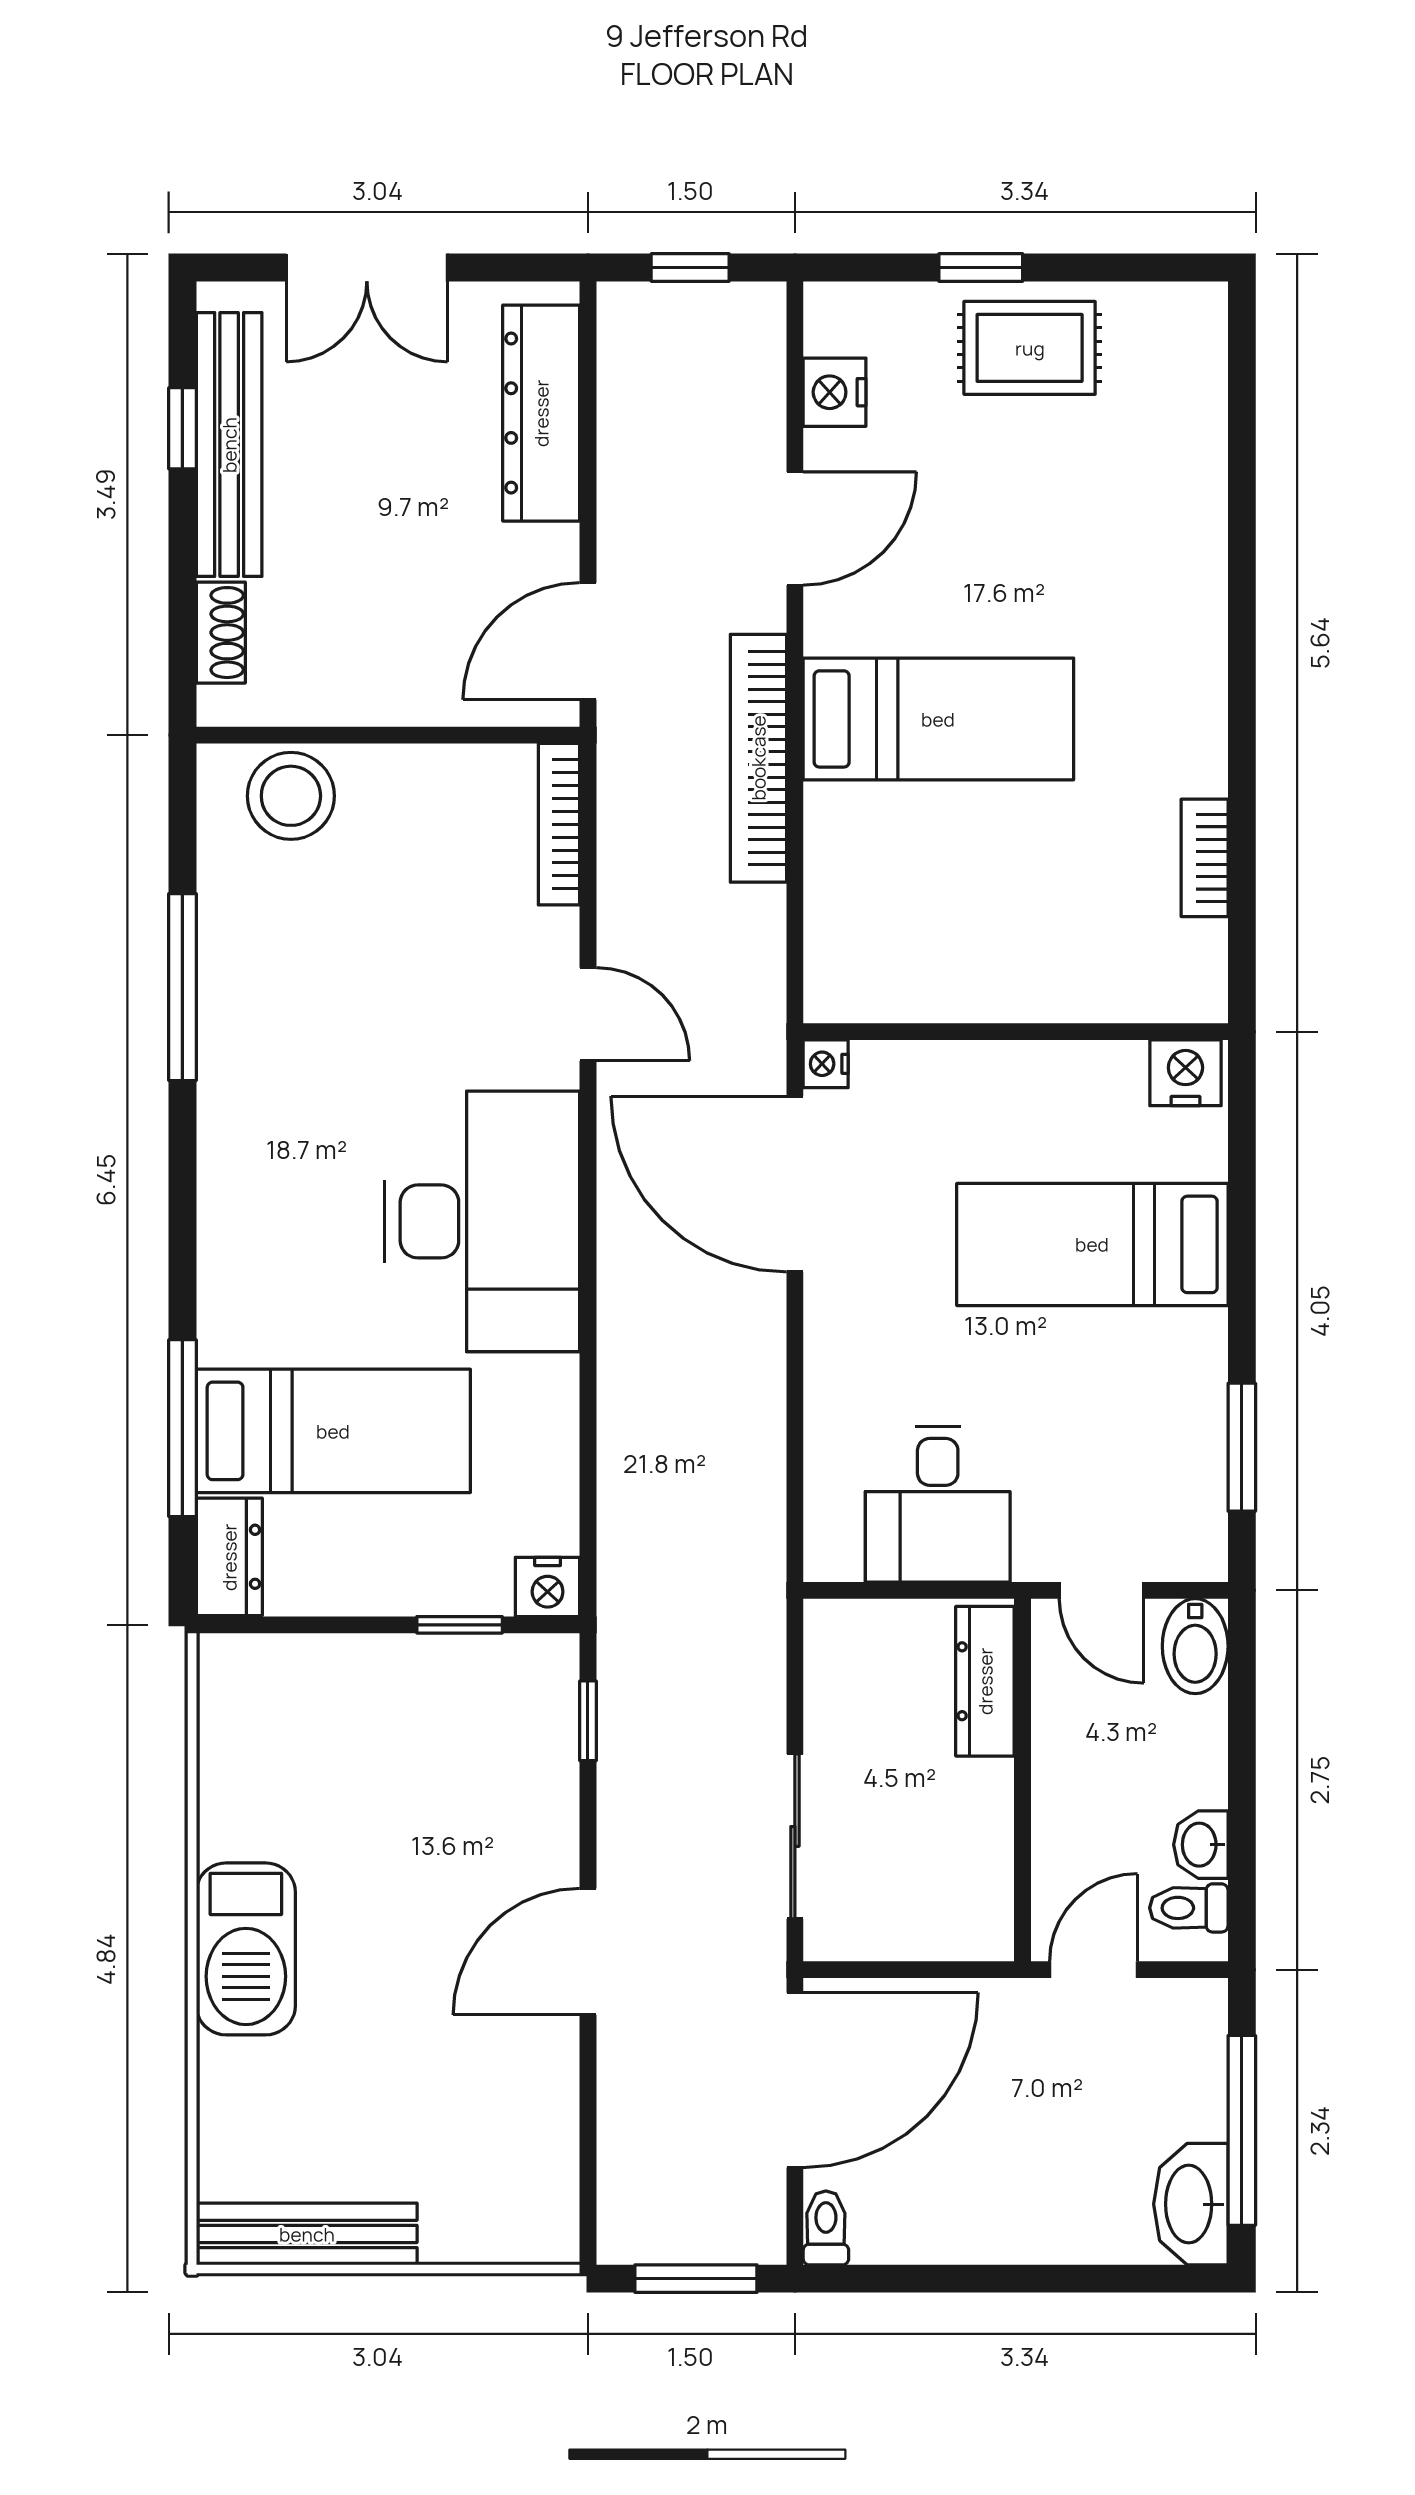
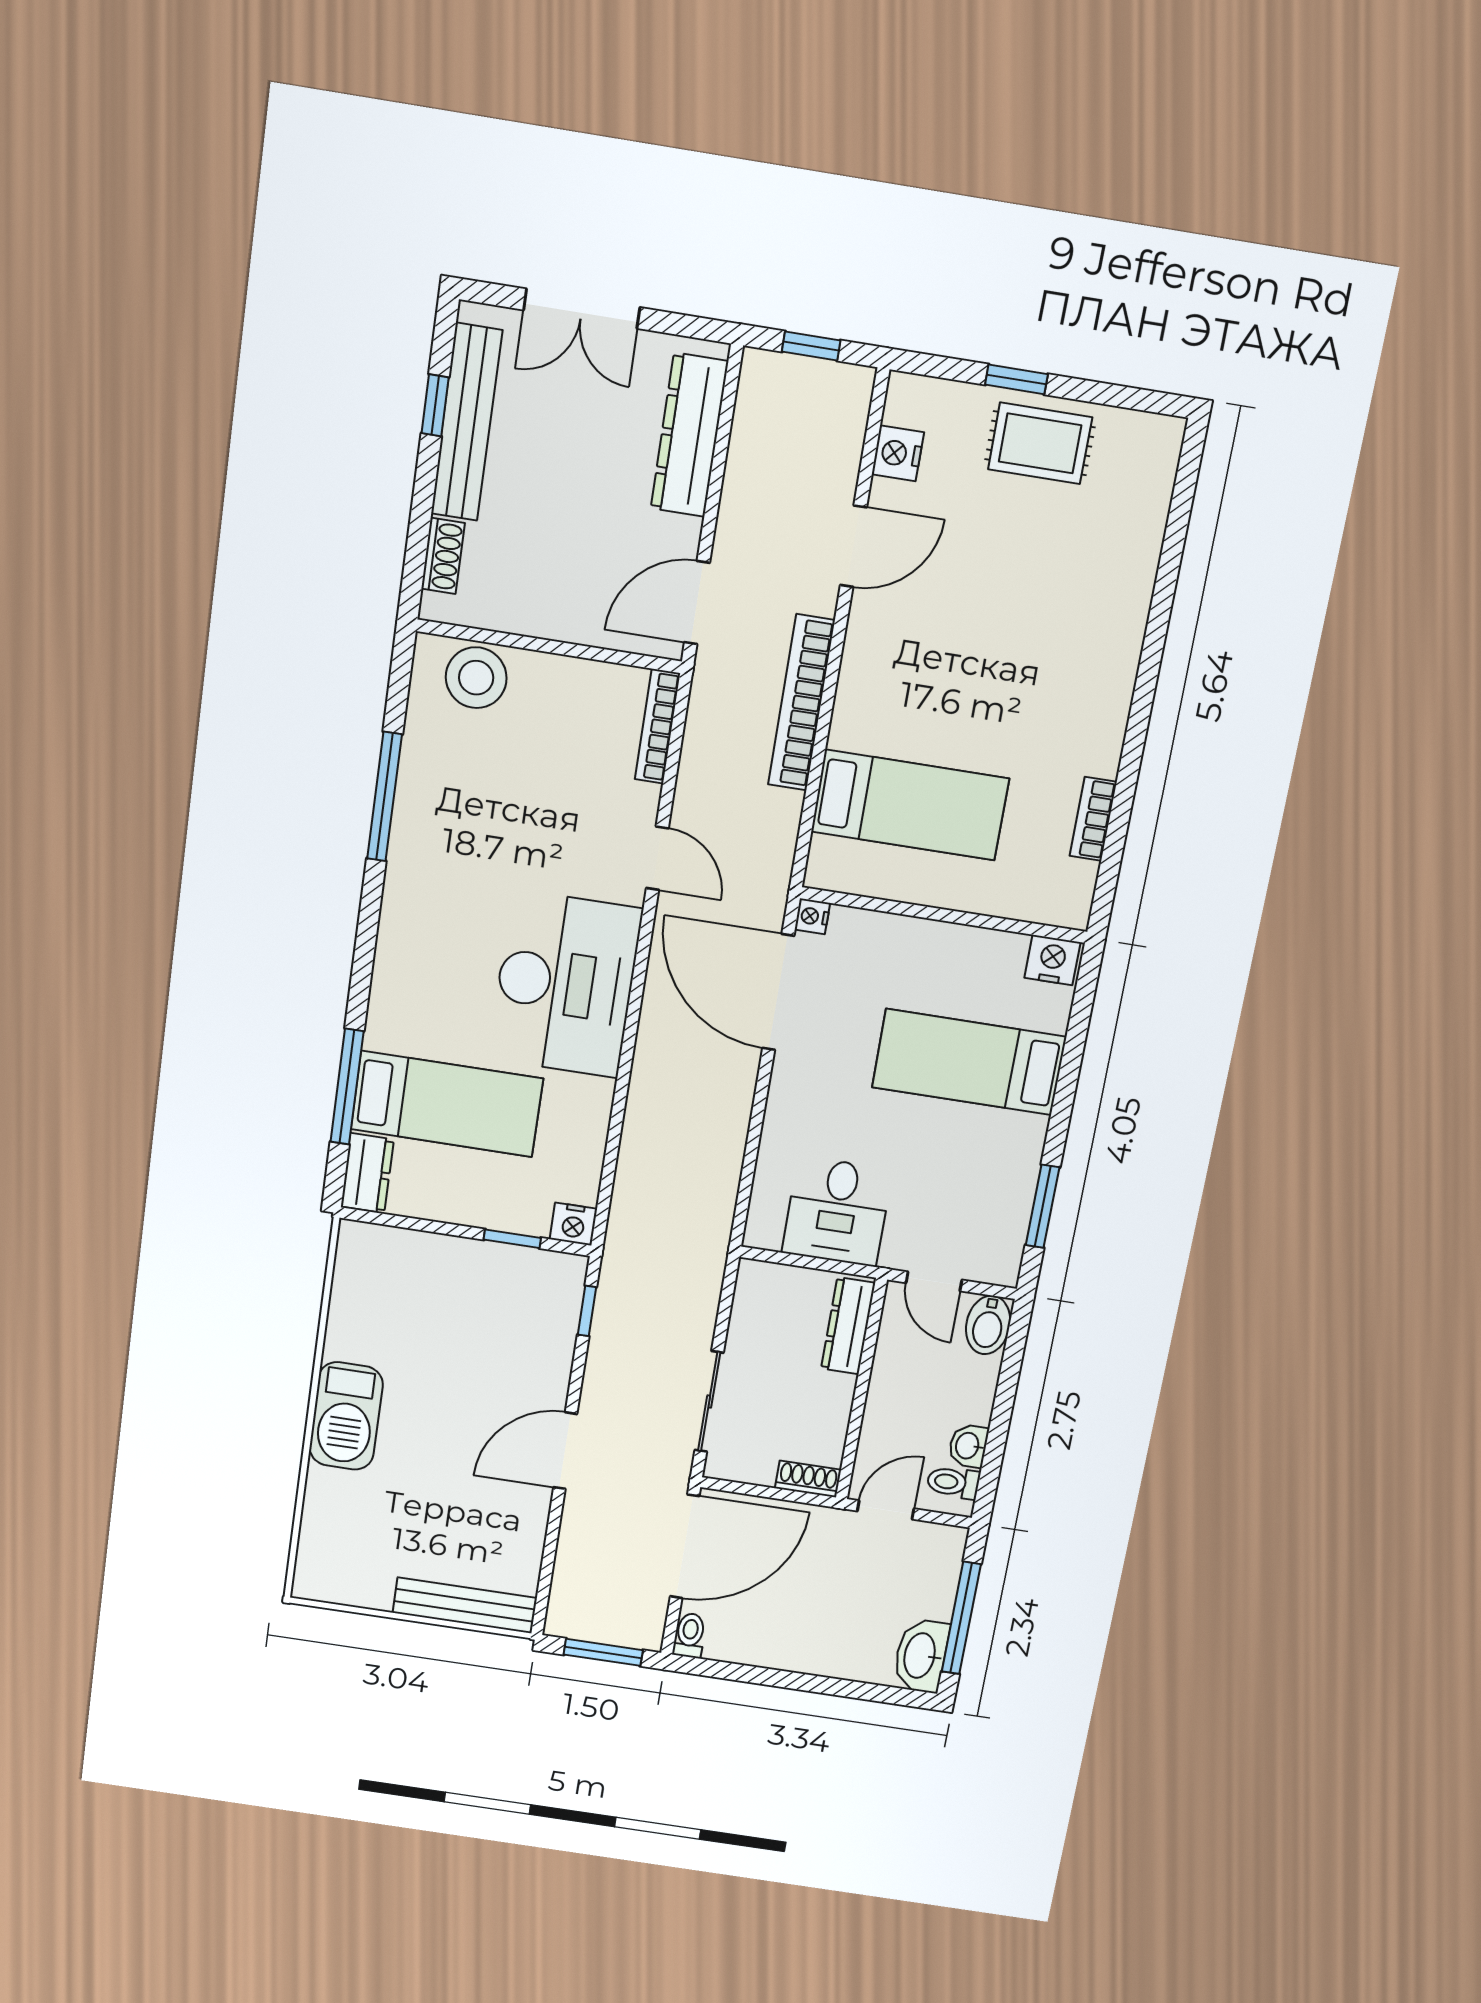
bed: (938, 719) -> (910, 805), moved
shoe rack: (966, 1938) -> (808, 1479), added
bench: (307, 2234) -> (465, 1605), moved

